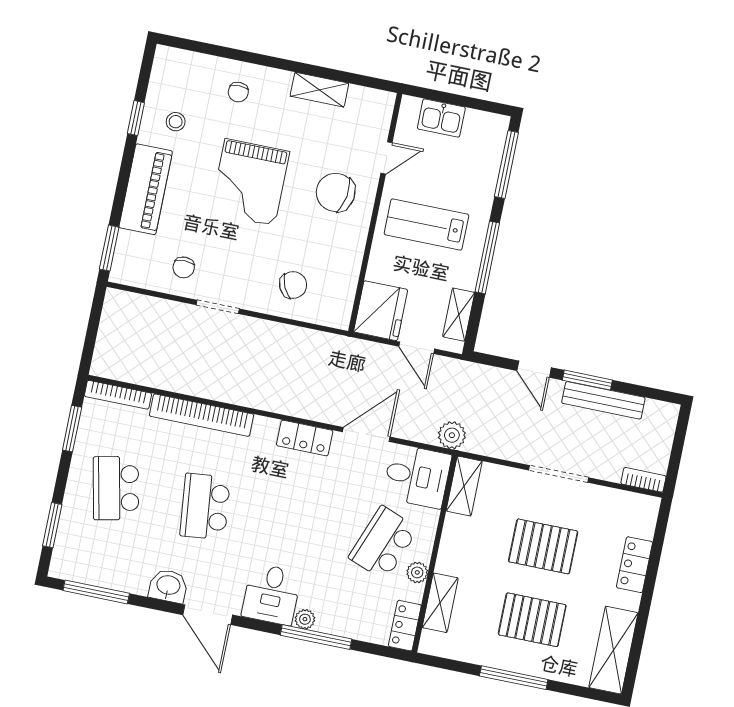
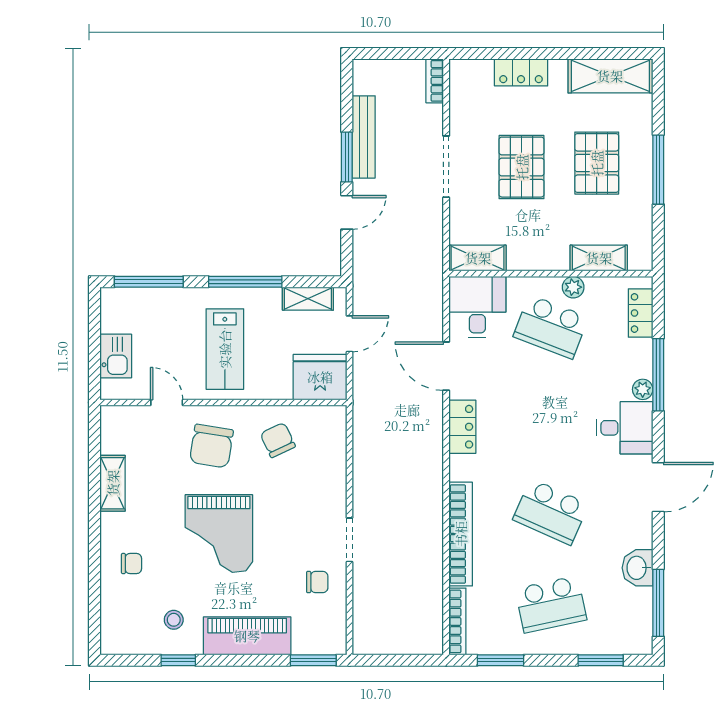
grand piano: (250, 182) -> (219, 534), turned 90
chair: (293, 285) -> (278, 440), moved
plant: (452, 435) -> (429, 281), removed
school desk: (205, 506) -> (551, 512), turned 30
washbasin: (168, 586) -> (637, 568), moved
locker: (405, 626) -> (641, 313), moved, turned 90

